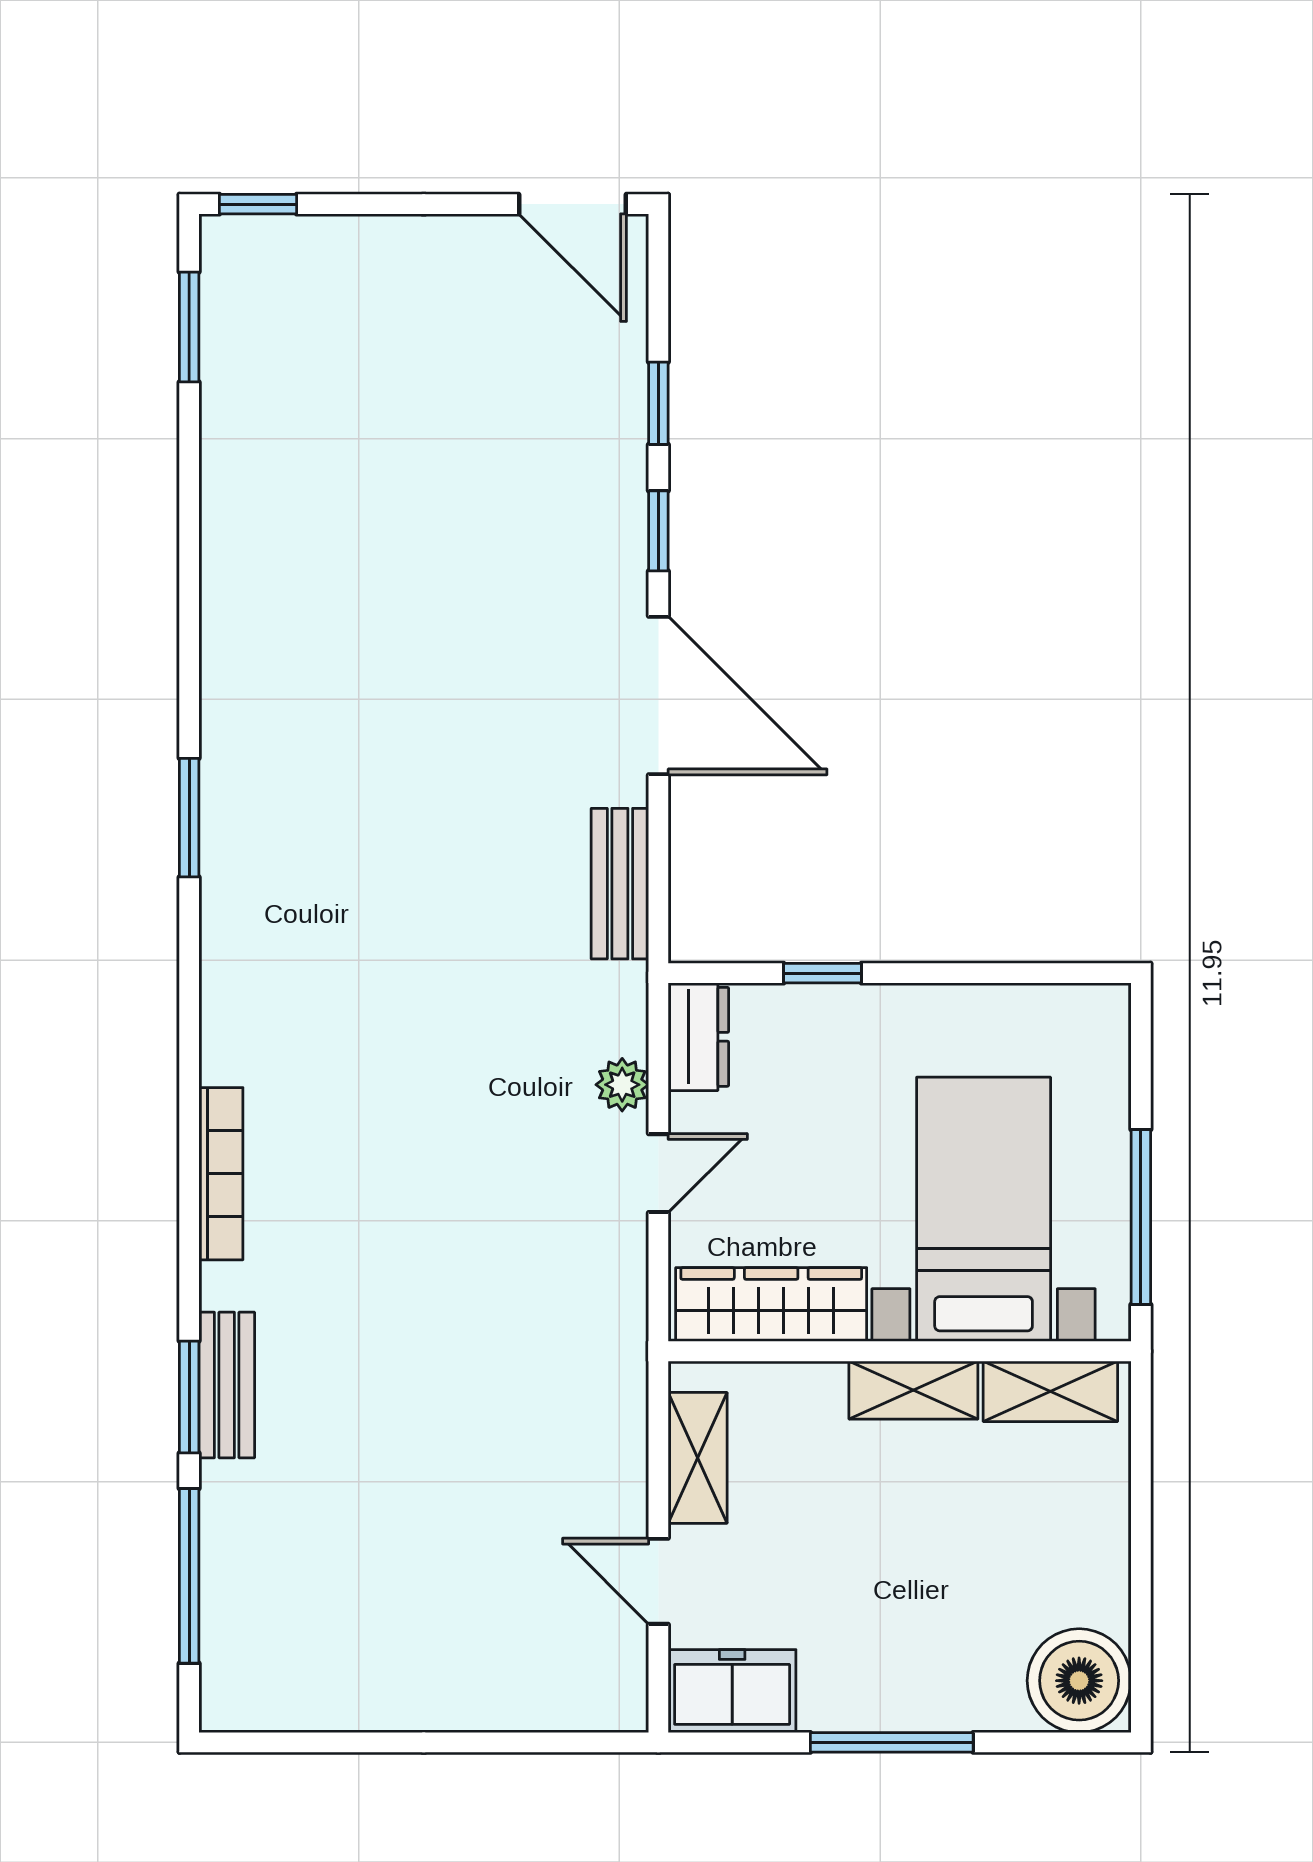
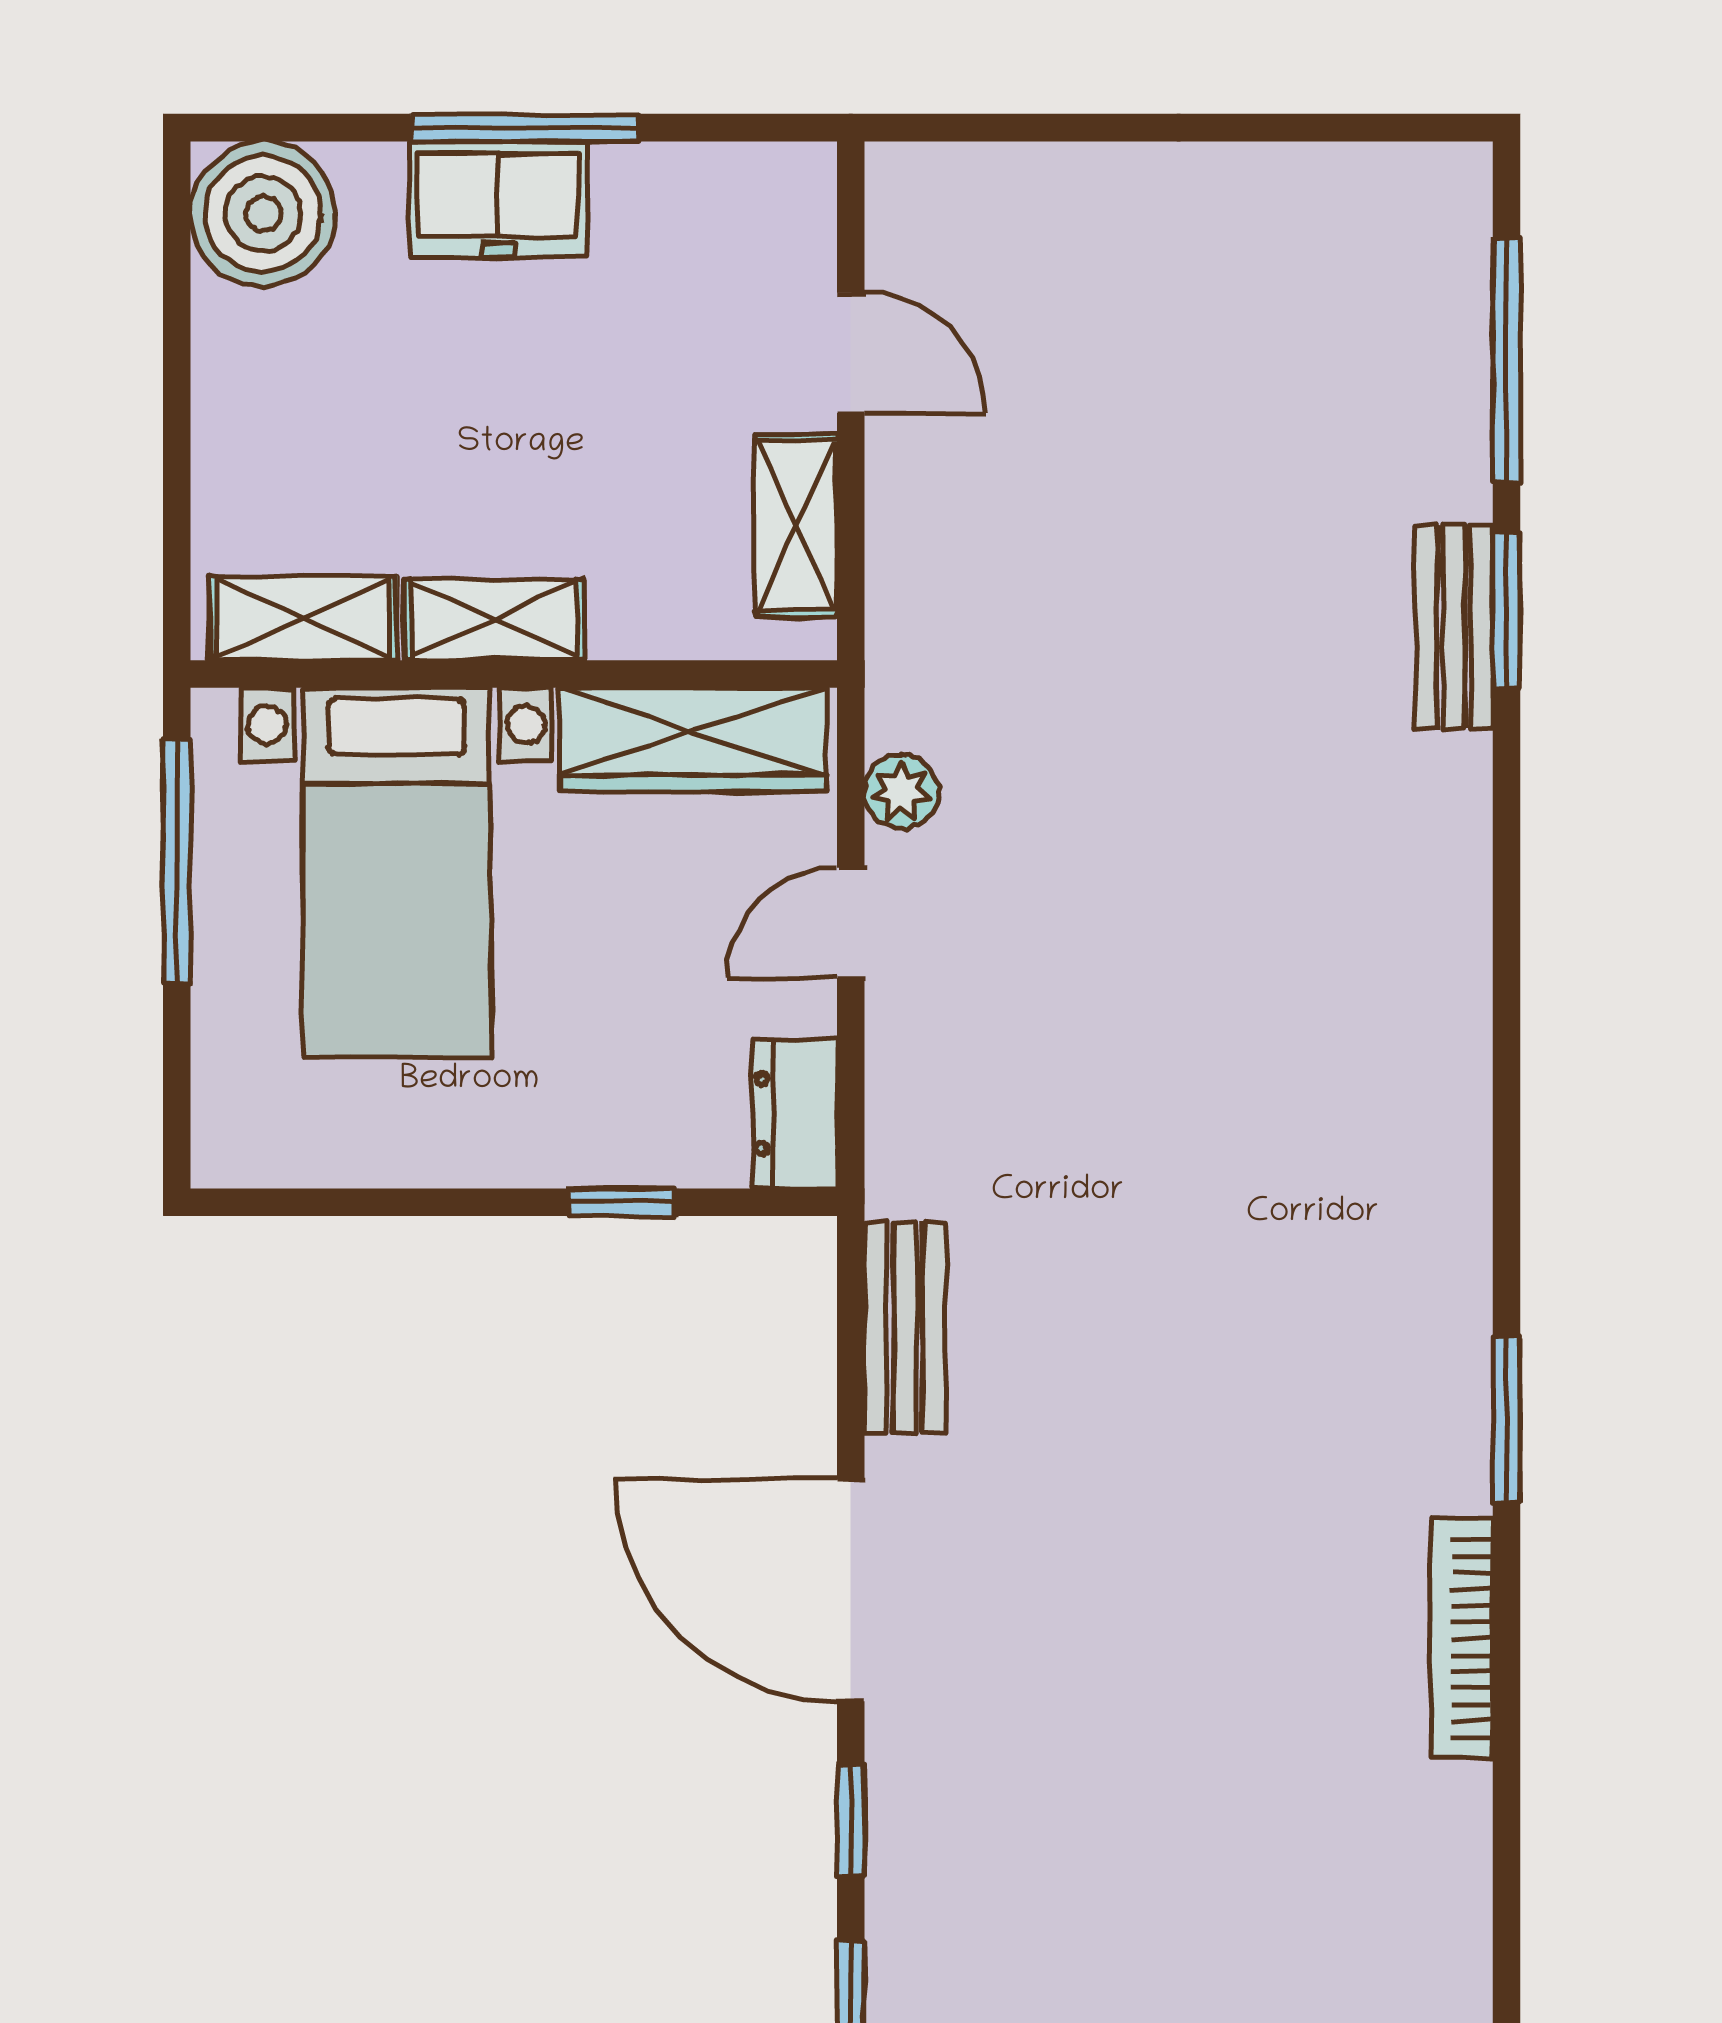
plant: (622, 1085) -> (901, 792), moved
bookcase: (221, 1174) -> (1462, 1639), moved
freezer: (732, 1691) -> (498, 199), moved

